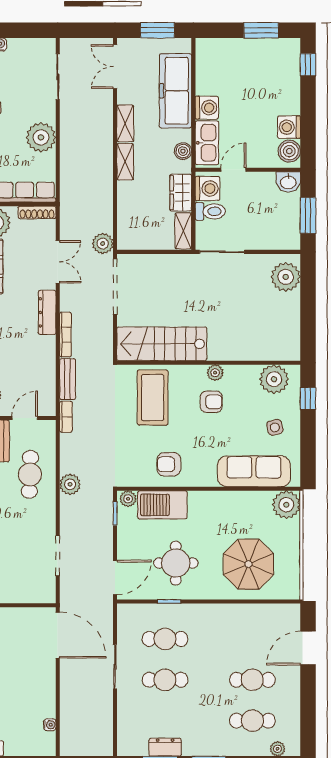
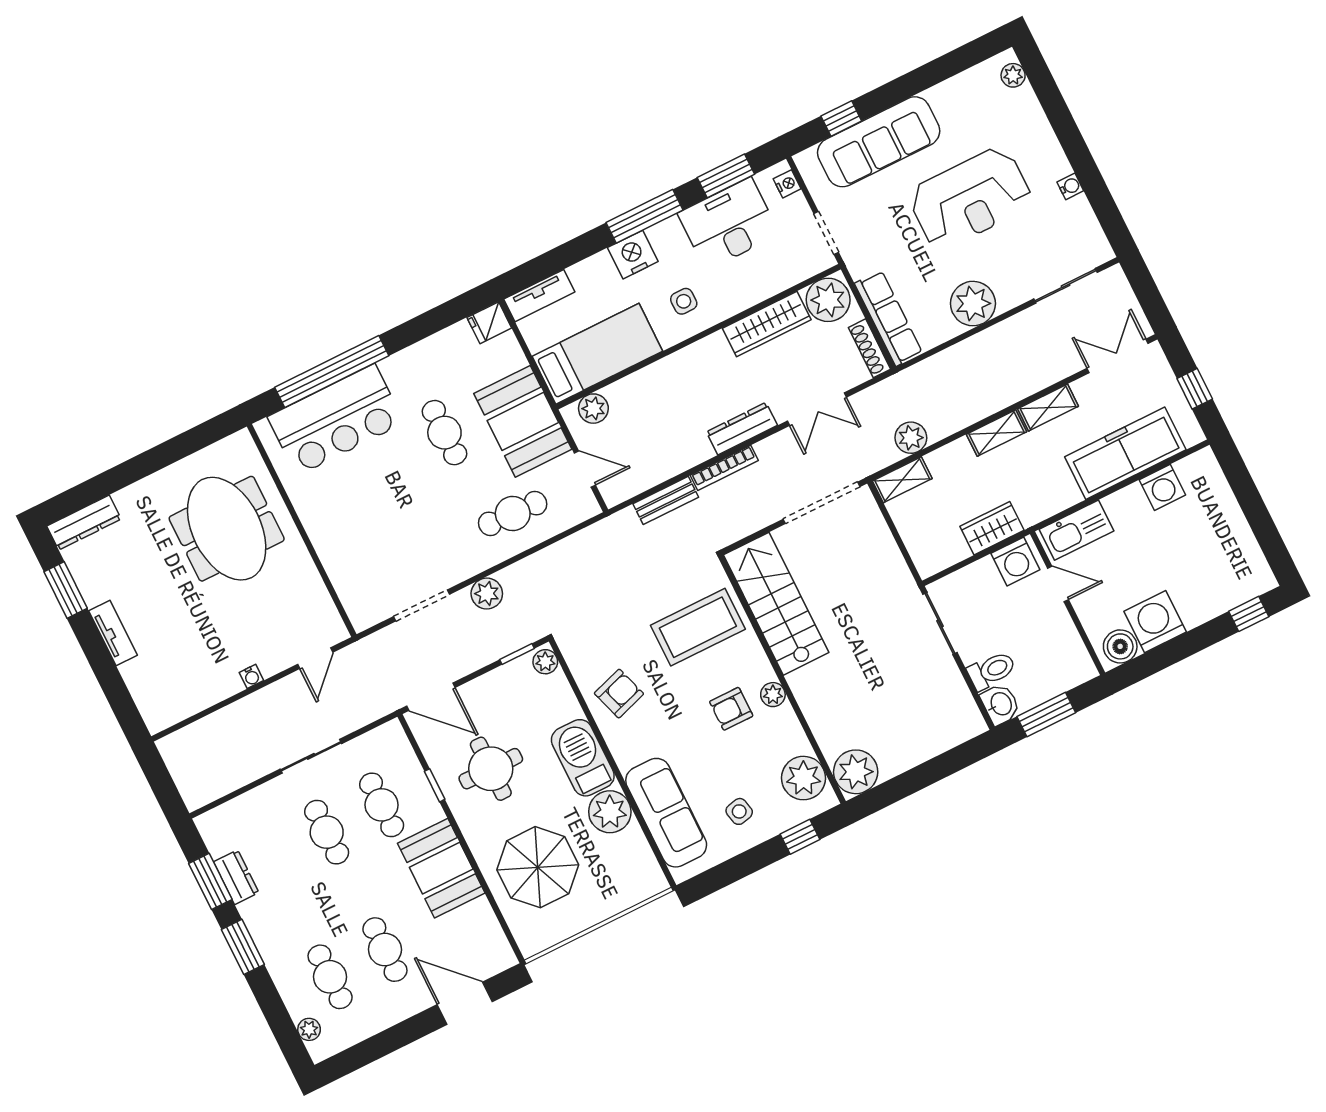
window: (157, 30) -> (1195, 389), width x0.67
window: (261, 30) -> (1264, 528), removed
washing machine: (207, 108) -> (1162, 487), moved
washing machine: (289, 127) -> (1155, 622), width x1.37, depth x1.37
boiler: (183, 151) -> (1049, 504), removed
washbasin: (288, 182) -> (1000, 704), moved, turned 180
toilet: (210, 211) -> (992, 670), moved, turned -90
shelving: (183, 231) -> (902, 480), moved
plant: (103, 244) -> (911, 438), moved
plant: (286, 277) -> (856, 772), moved
armchair: (211, 402) -> (731, 709), turned 90
bookcase: (66, 417) -> (614, 523), removed
armchair: (169, 464) -> (619, 694), turned 72
plant: (70, 484) -> (487, 594), moved
barbecue: (162, 505) -> (583, 758), moved
plant: (286, 505) -> (610, 812), moved
booth: (220, 622) -> (441, 868), added
door: (58, 635) -> (315, 658), width x0.53
water cooler: (50, 725) -> (251, 676), moved

